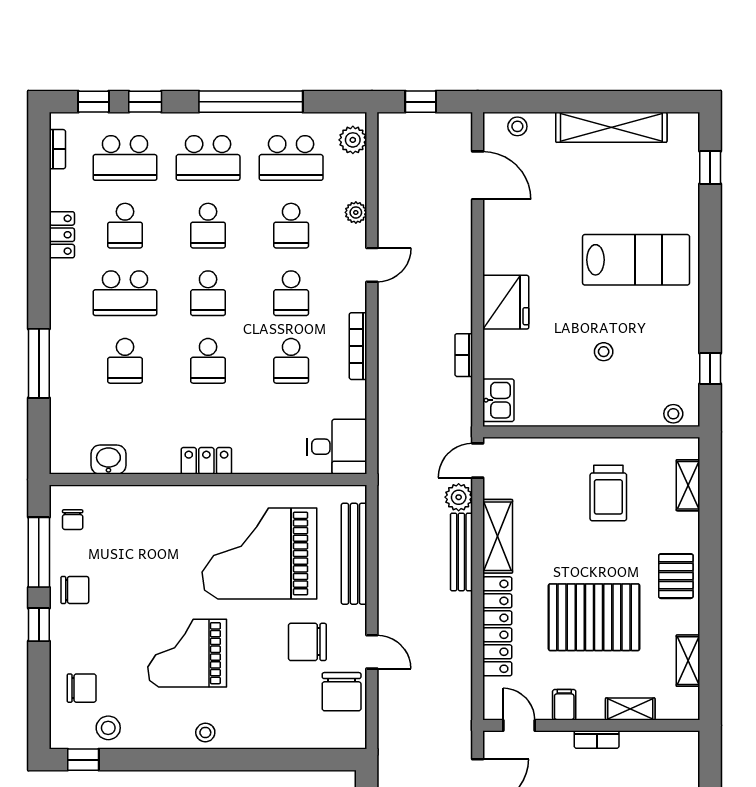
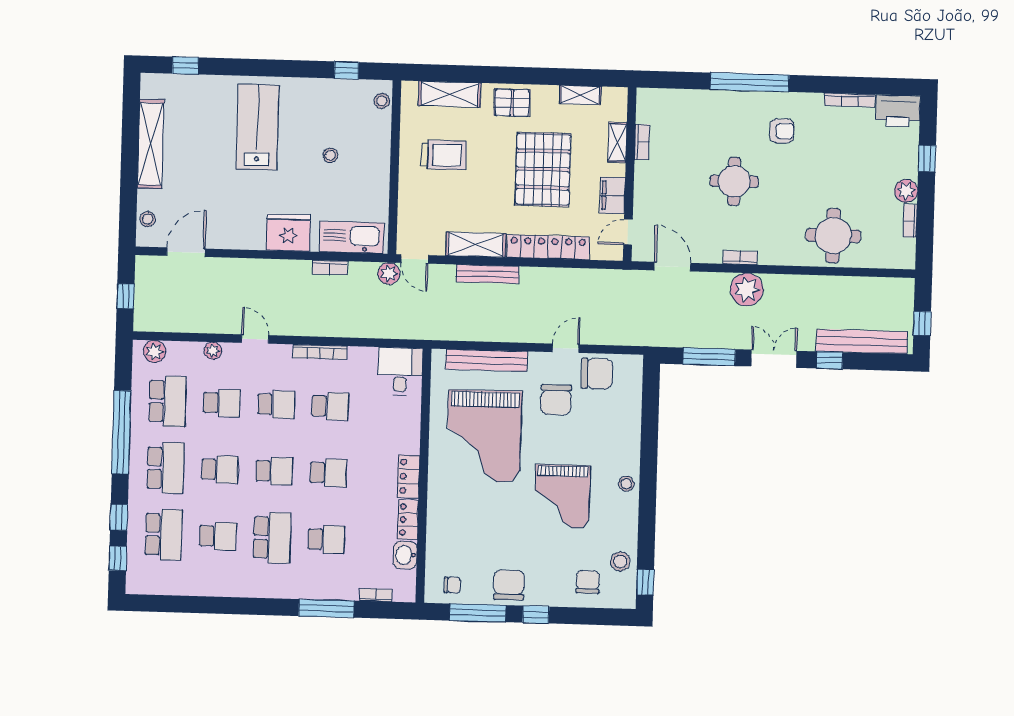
bookcase: (57, 149) -> (376, 595), moved
locker: (62, 235) -> (408, 520), moved, turned -90
kitchen sink: (498, 400) -> (352, 237), width x1.87, depth x1.24
shelving: (688, 485) -> (450, 94), width x1.50, depth x1.33
plant: (459, 497) -> (389, 273), moved
chair: (75, 590) -> (509, 585), width x1.37, depth x1.37
filing cabinet: (564, 705) -> (612, 195), width x2.00
bookcase: (597, 739) -> (642, 142), moved

